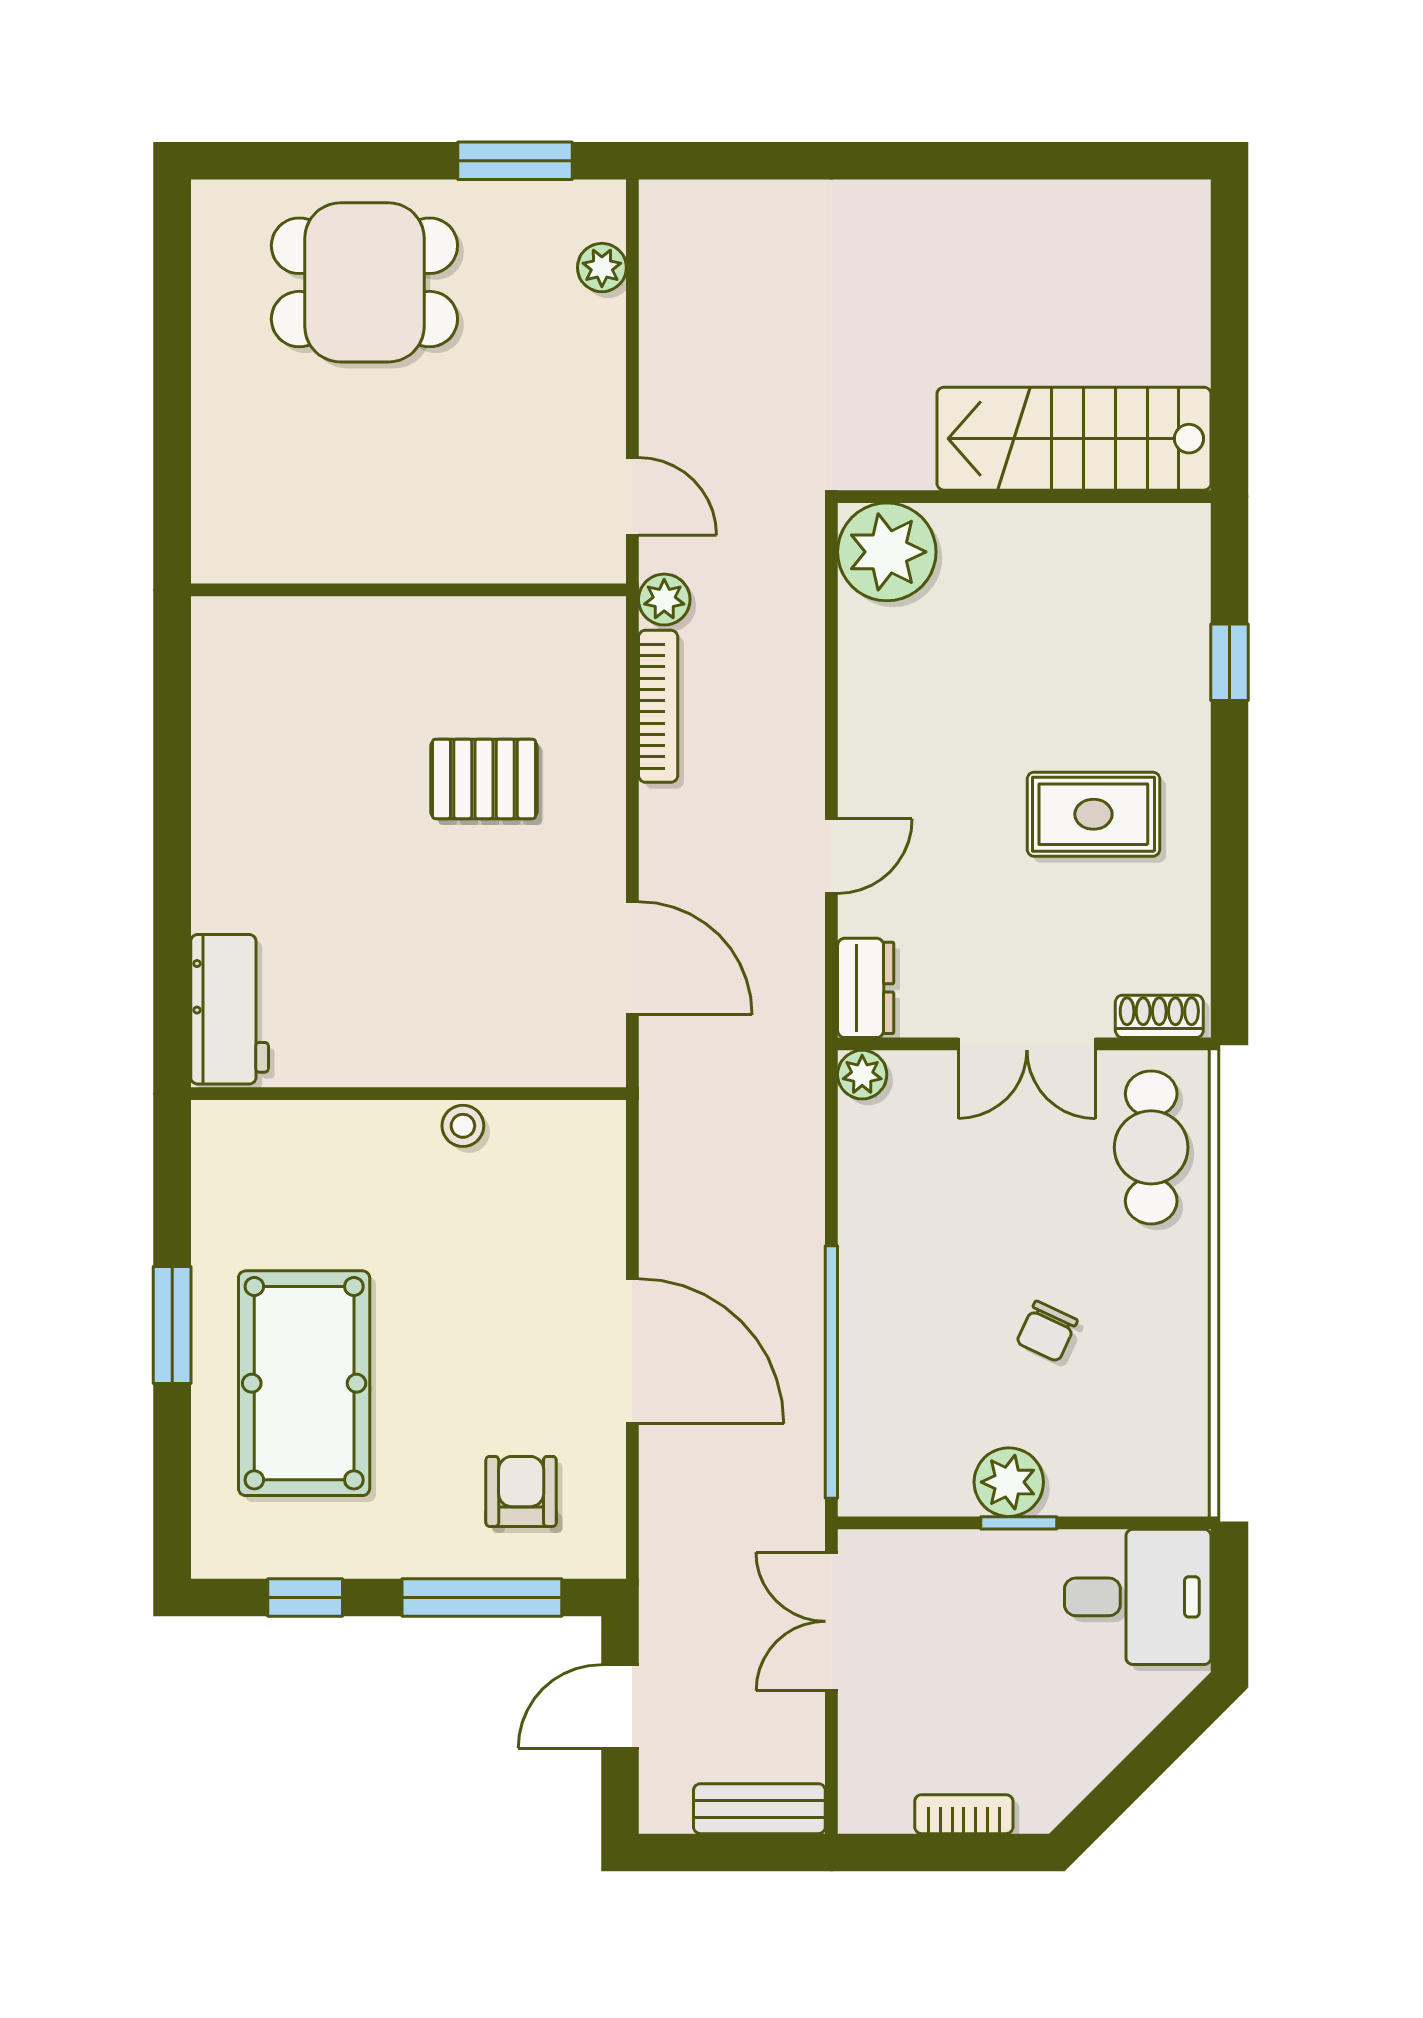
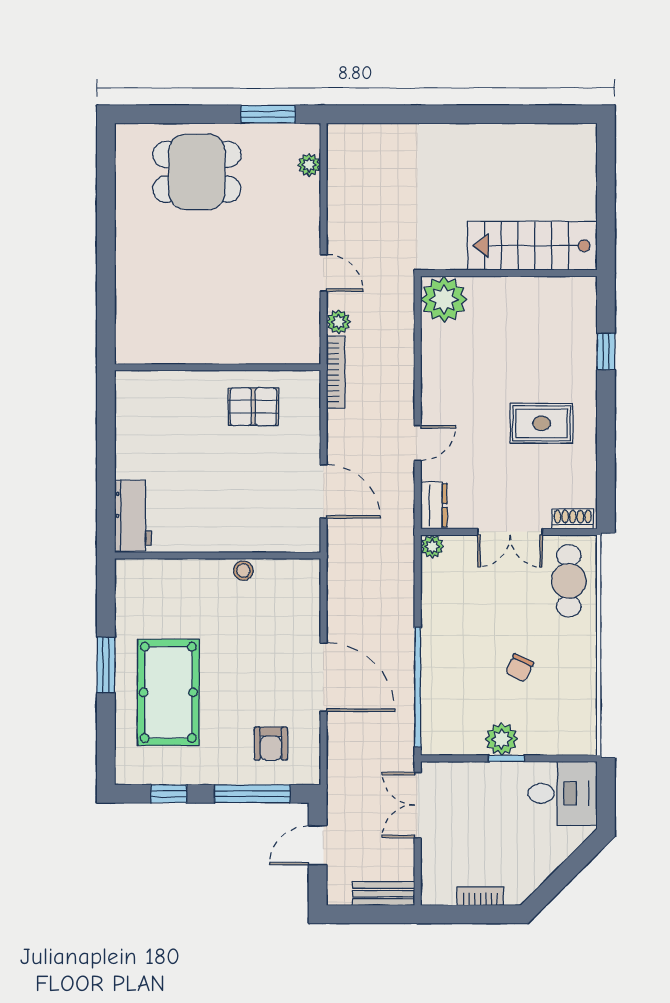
wall: (409, 590) -> (218, 367), moved
armchair: (521, 1491) -> (271, 744), turned 180

